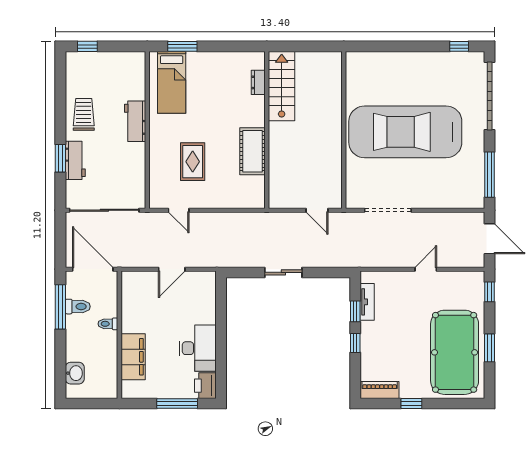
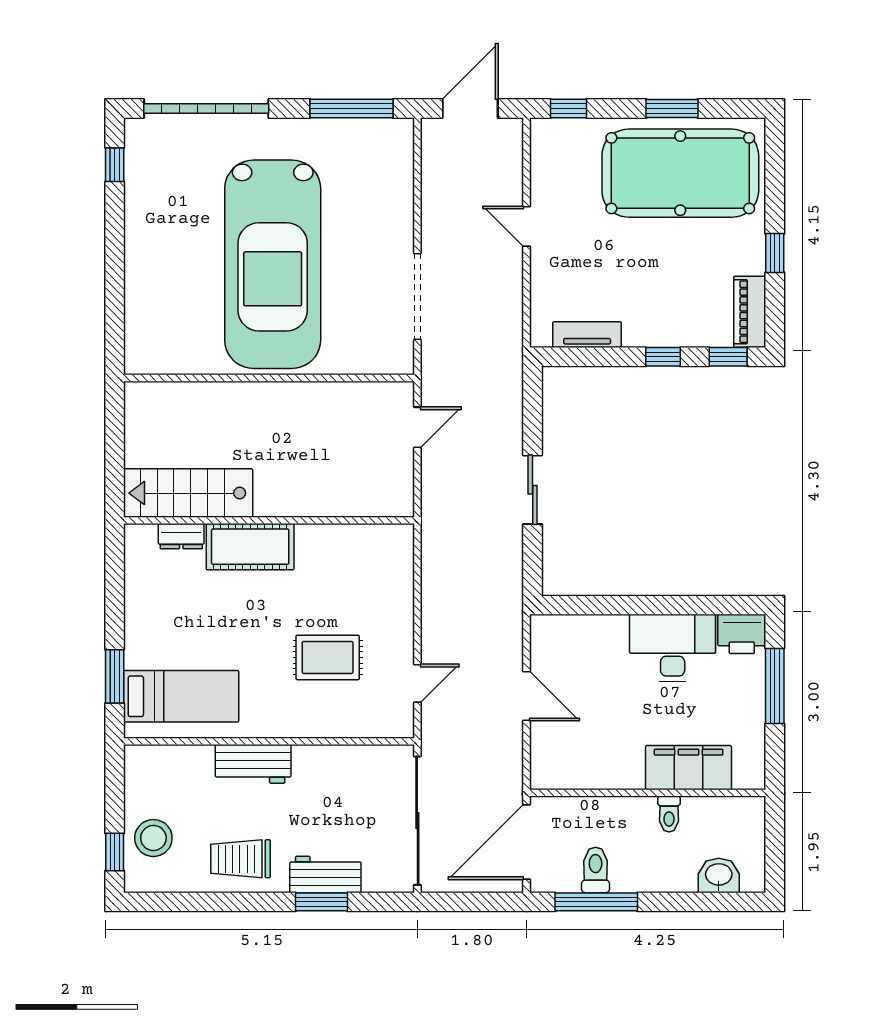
stool: (95, 67) -> (153, 838), added
cot: (253, 151) -> (250, 547), moved
window: (355, 311) -> (728, 357), moved
toilet: (108, 324) -> (669, 814), moved

